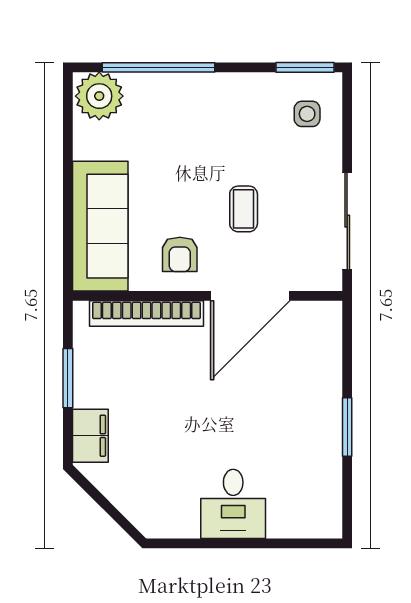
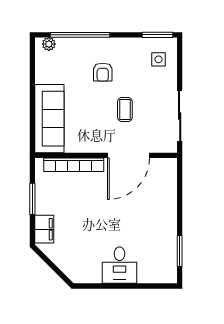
plant: (99, 96) -> (49, 44), width x0.53, depth x0.53
armchair: (180, 254) -> (103, 72), moved
window: (347, 427) -> (180, 251), moved

